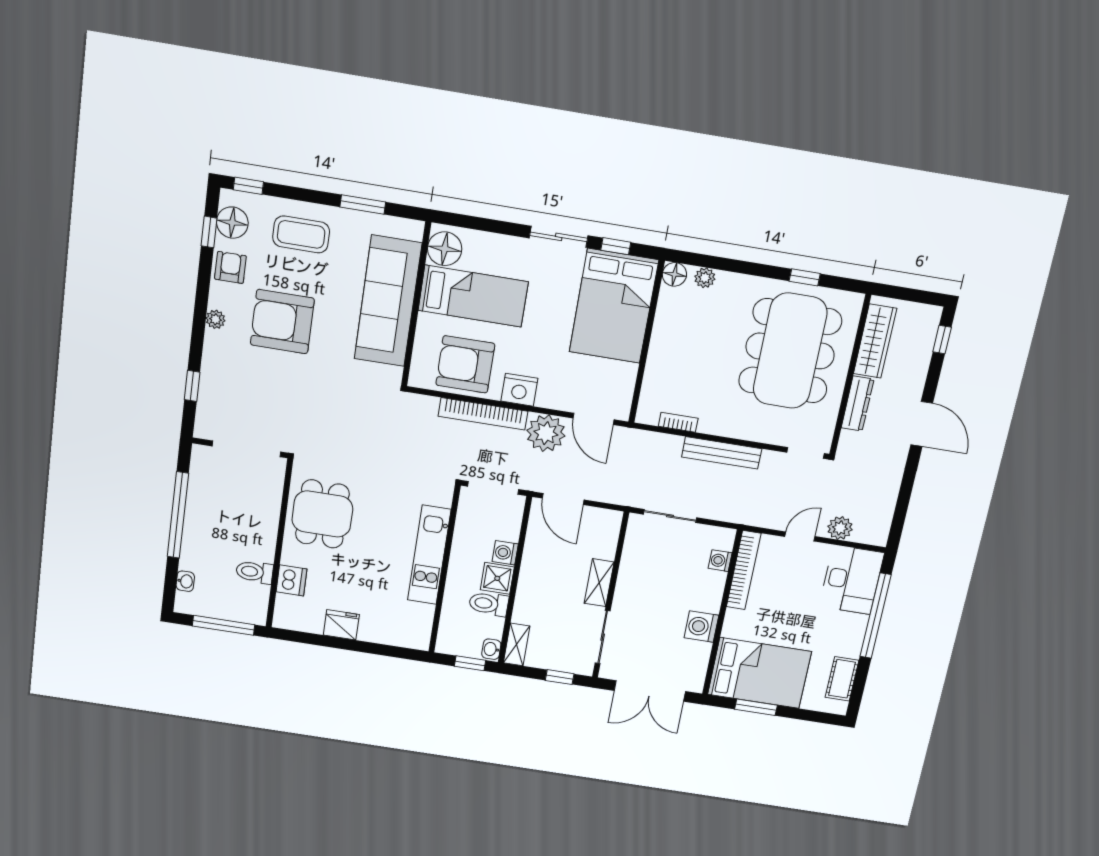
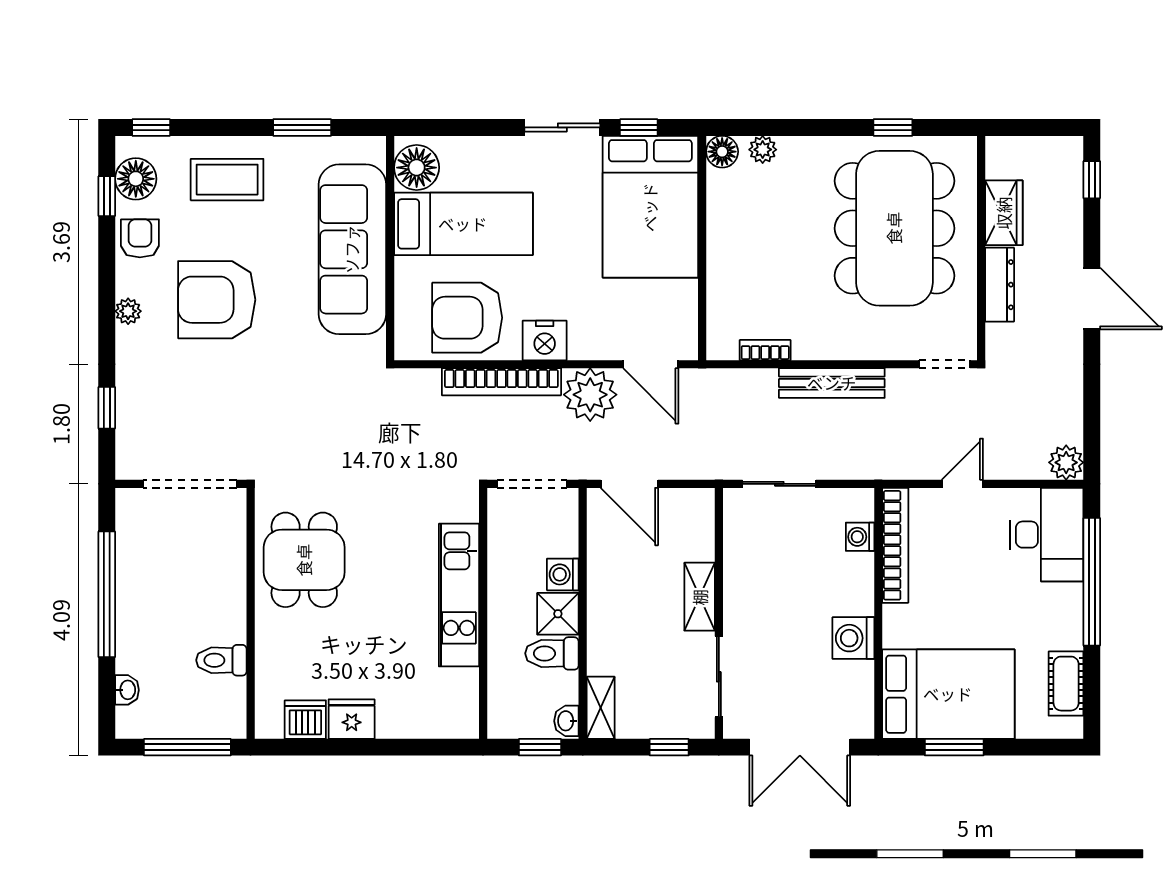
wardrobe: (875, 341) -> (1004, 213), width x0.67
plant: (840, 528) -> (1066, 462), moved
dishwasher: (291, 580) -> (305, 720), moved, turned -90

